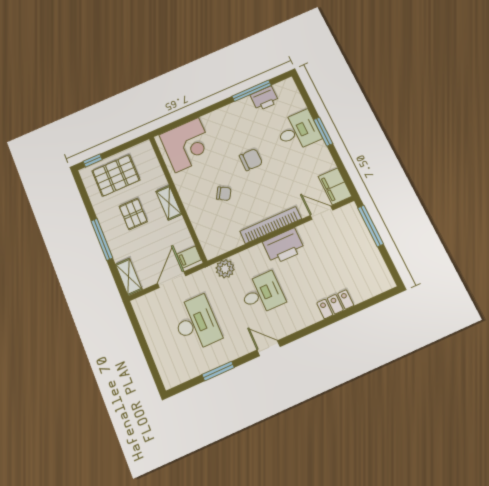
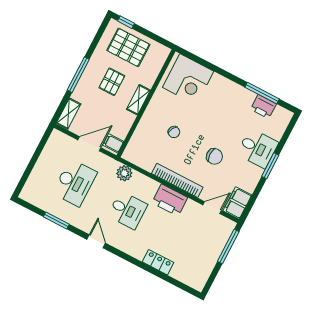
chair: (251, 160) -> (214, 156), moved
door: (321, 213) -> (212, 208), hinge flipped

